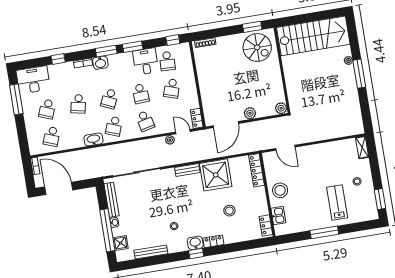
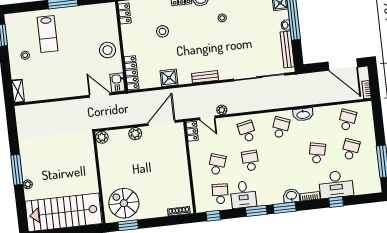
desk: (33, 80) -> (336, 184), moved
school desk: (109, 99) -> (284, 157), removed
shower: (216, 175) -> (169, 78), width x0.54, depth x0.54
kitchen sink: (278, 216) -> (117, 83), moved

